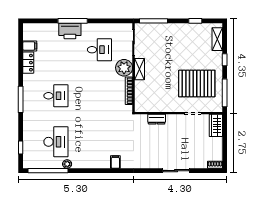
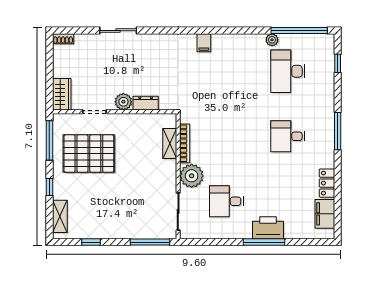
filing cabinet: (30, 46) -> (325, 214), width x2.00
shelving: (139, 69) -> (170, 144), moved
plant: (172, 120) -> (123, 102), added

